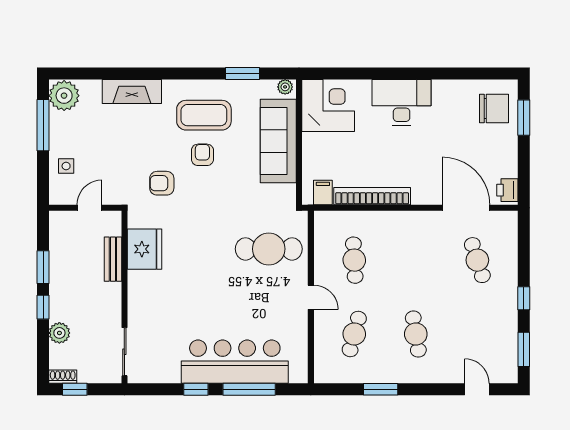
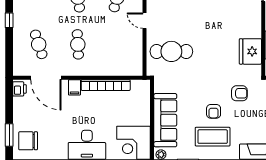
filing cabinet: (323, 193) -> (74, 87), moved
cafe table: (354, 260) -> (78, 44), moved

